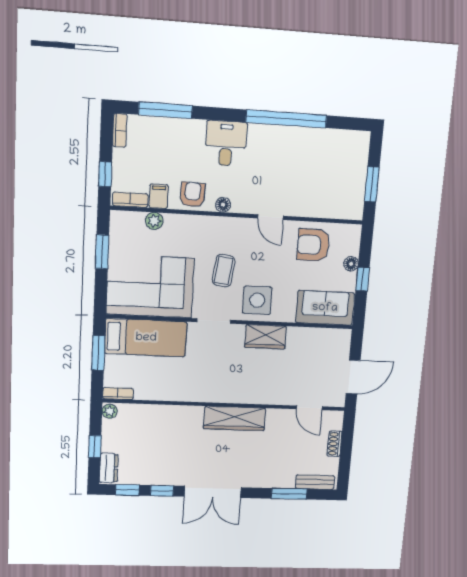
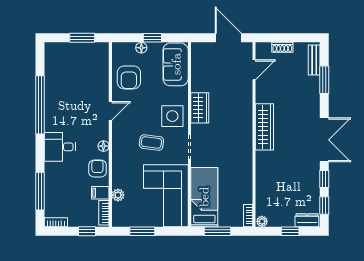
armchair: (193, 195) -> (97, 169), turned 88

